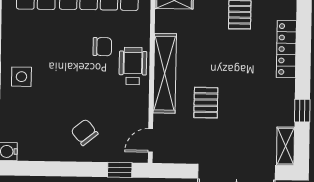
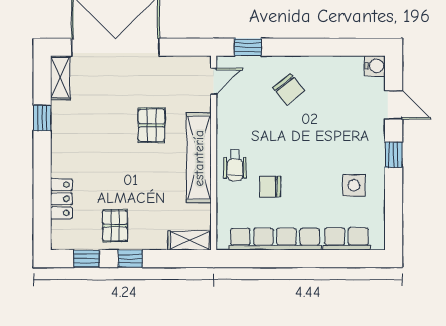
locker: (286, 49) -> (61, 199), width x0.66
wheelchair: (133, 66) -> (235, 165), width x0.73, depth x0.73
side table: (21, 77) -> (354, 185), moved

